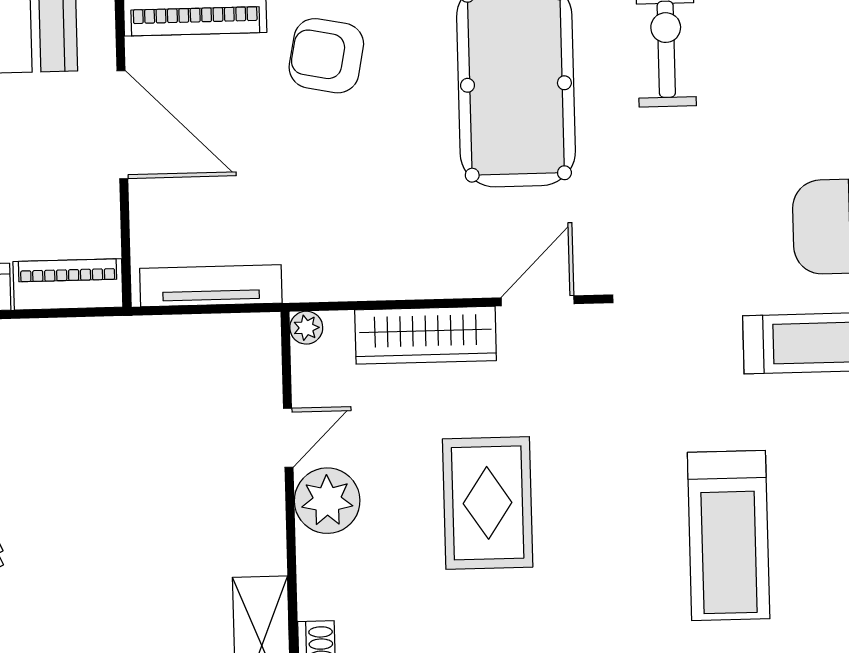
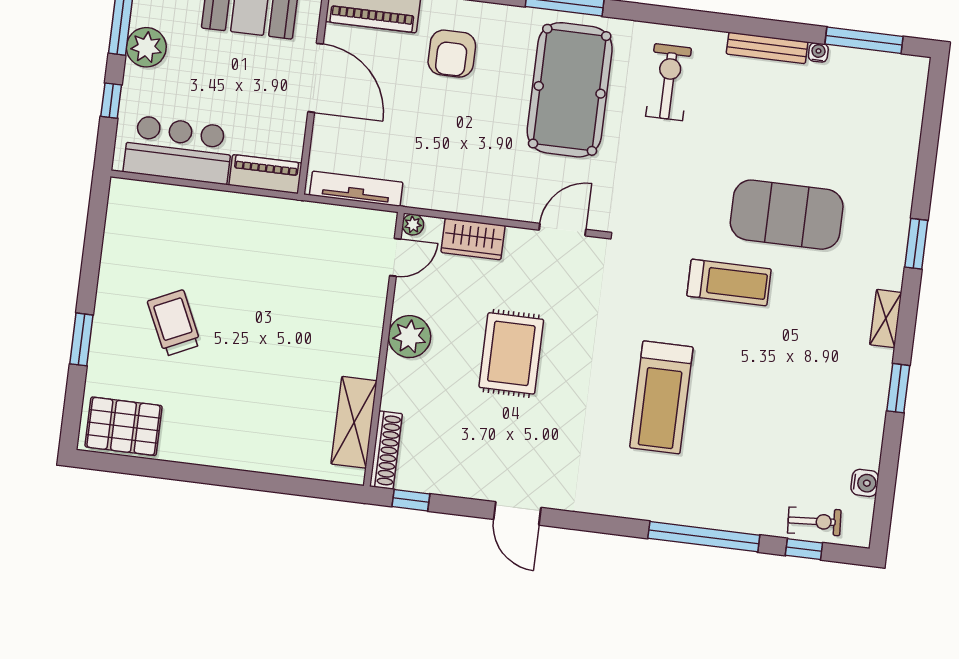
armchair: (326, 56) -> (452, 54), turned -101
wardrobe: (426, 335) -> (473, 239), width x0.67
door: (288, 438) -> (395, 257), moved

